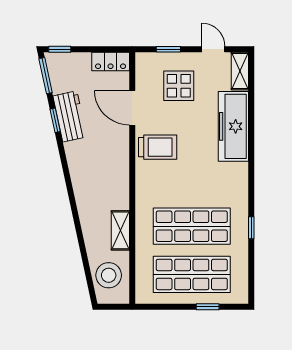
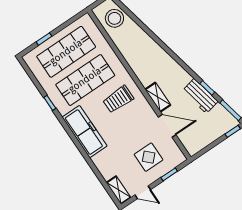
locker: (111, 62) -> (198, 144), removed
freezer: (233, 126) -> (85, 132), moved
trolley: (158, 147) -> (118, 99), moved
shelving: (120, 230) -> (158, 97), moved

